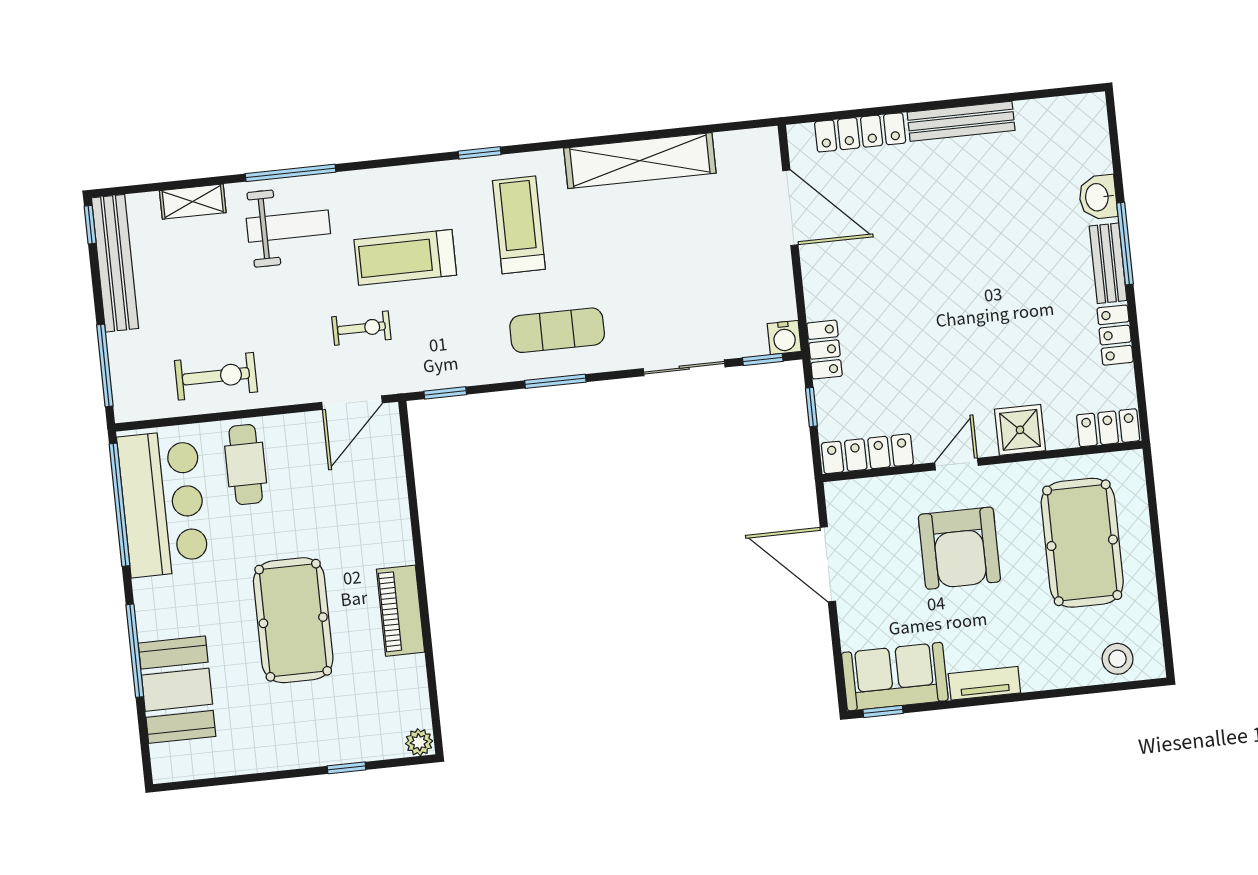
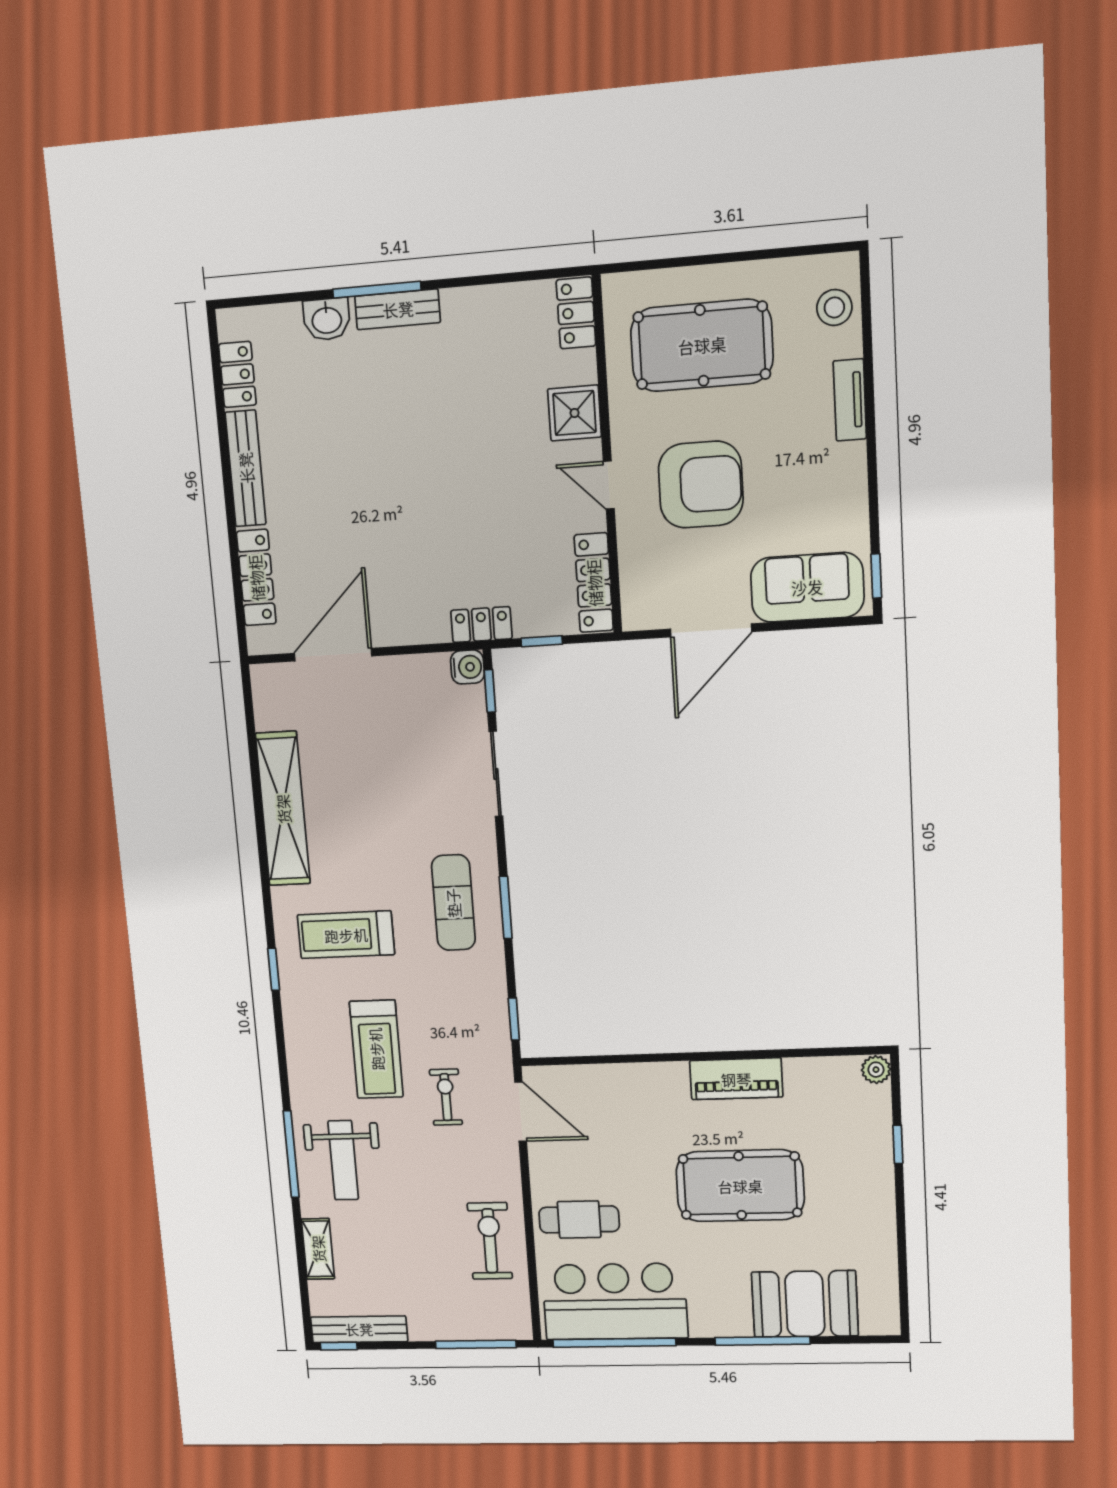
weight bench: (288, 226) -> (343, 1160), turned 180
bench: (115, 263) -> (359, 1329), width x0.73, depth x0.82
locker: (1115, 335) -> (237, 374), moved, turned -90
sofa: (895, 677) -> (807, 587), moved, turned 90
tv unit: (984, 683) -> (850, 400), moved

